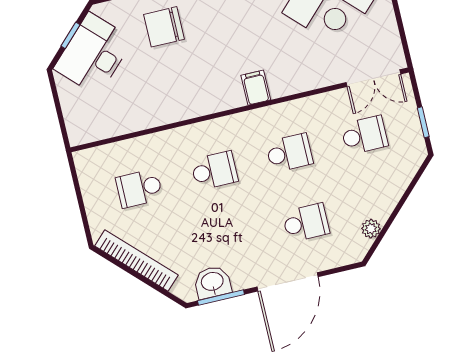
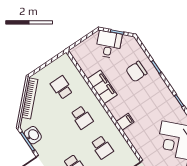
chair: (164, 27) -> (136, 72), turned -90
desk: (94, 54) -> (109, 44), width x0.73
filing cabinet: (169, 107) -> (102, 87), added

